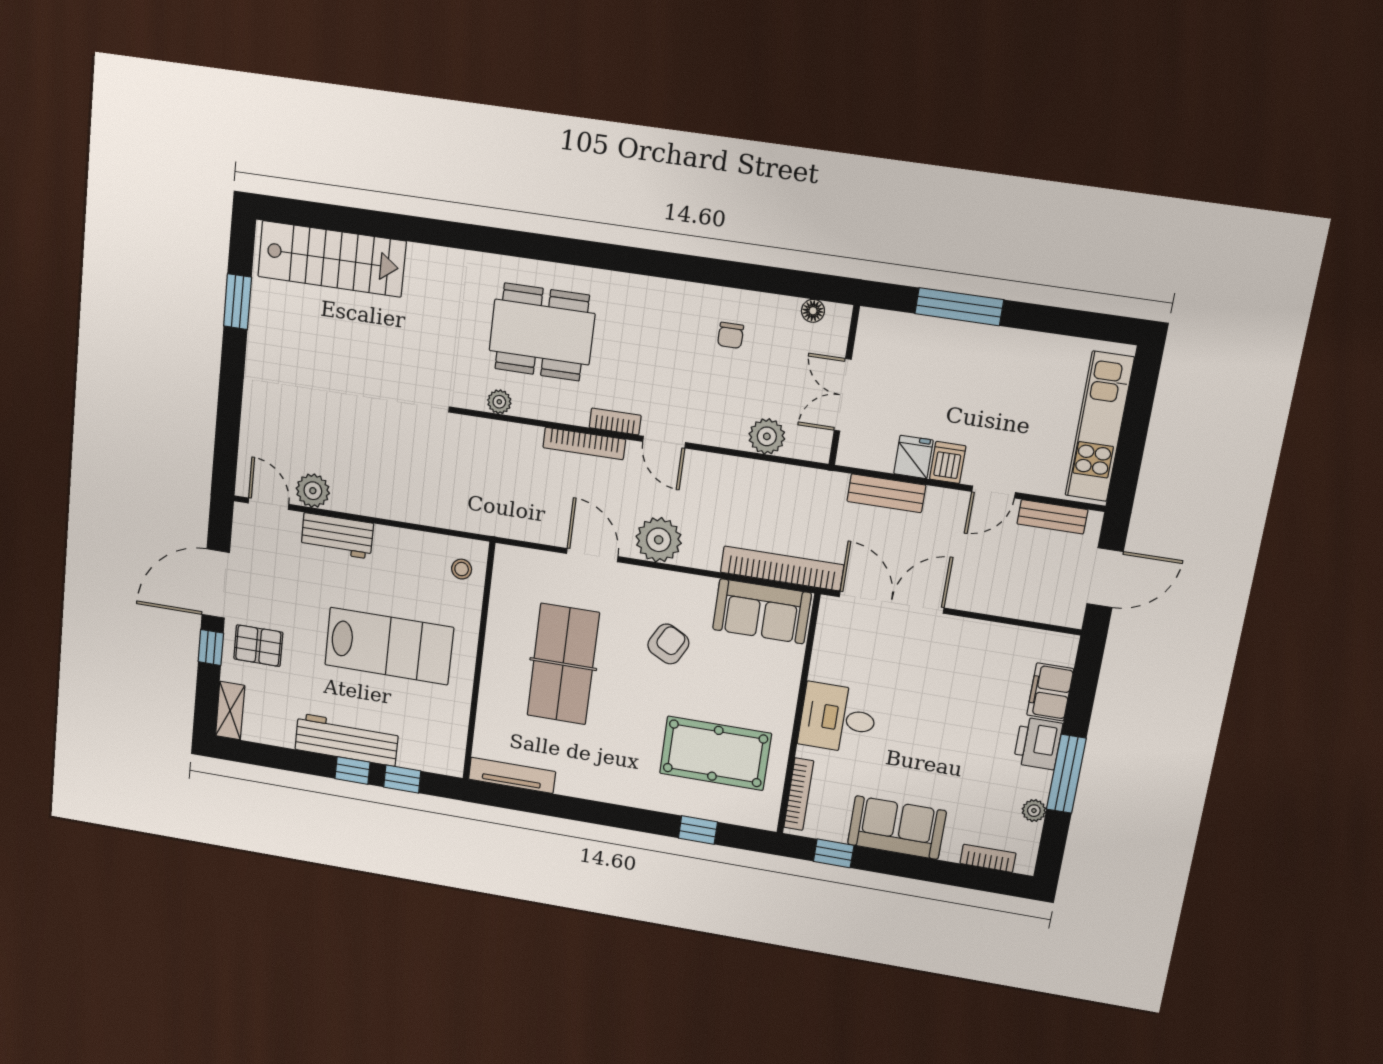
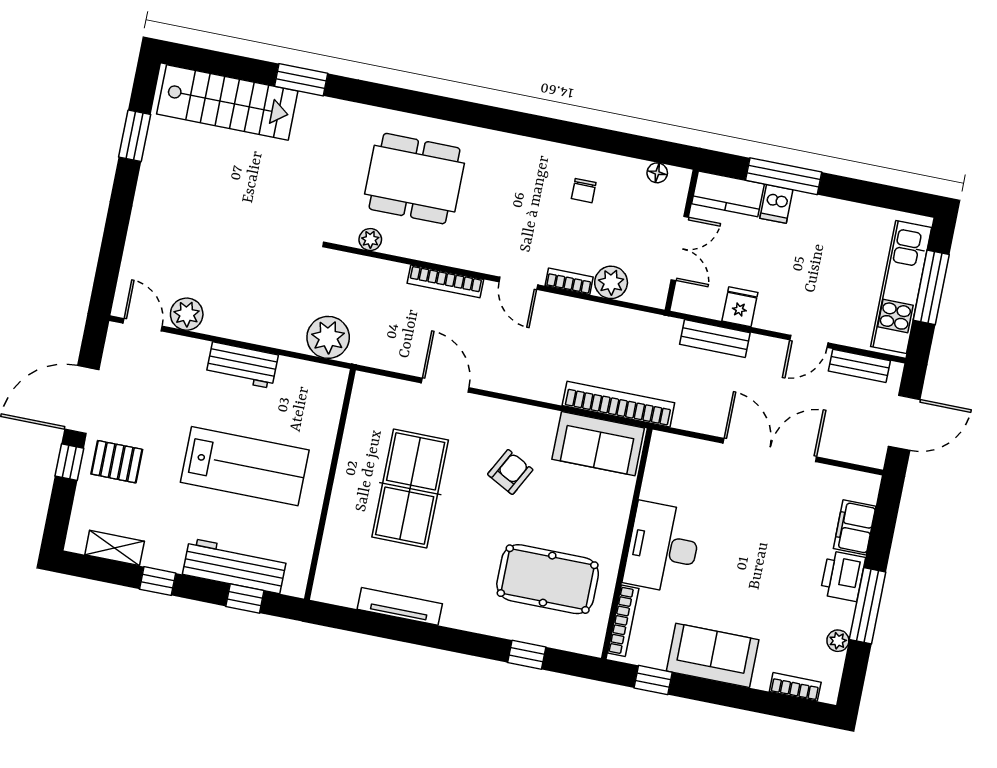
window: (409, 228) -> (301, 80), added
kitchen counter: (895, 330) -> (728, 194), added
double door: (843, 395) -> (680, 248), swing flipped
bookcase: (615, 421) -> (569, 281), moved
window: (1135, 425) -> (931, 287), added
dishwasher: (948, 463) -> (776, 204), moved, turned 180
workbench: (337, 536) -> (242, 365), moved
plant: (659, 540) -> (328, 337), moved
stool: (462, 569) -> (321, 394), removed
double door: (891, 602) -> (770, 450), moved
shelving: (230, 711) -> (115, 548), moved, turned 90
desk: (838, 718) -> (663, 548), width x1.37
workbench: (347, 740) -> (235, 566), moved
window: (352, 770) -> (158, 581), moved
tv unit: (512, 775) -> (400, 606), moved

